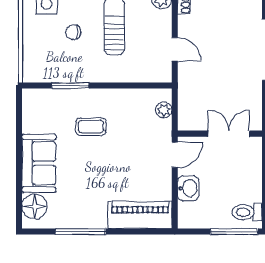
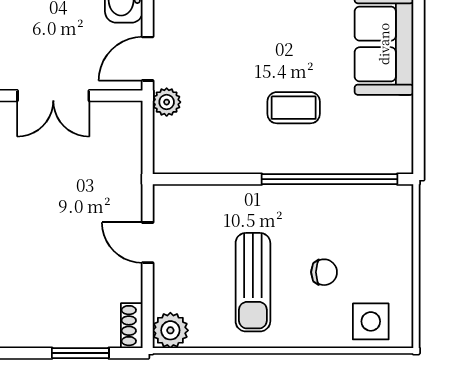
window: (70, 86) -> (329, 179), width x2.11
plant: (164, 110) -> (167, 102), moved

